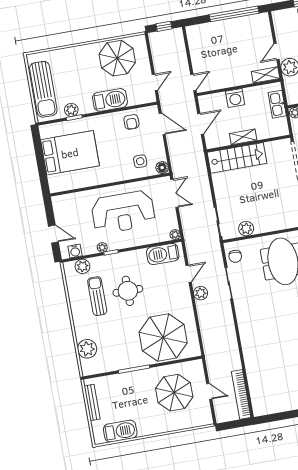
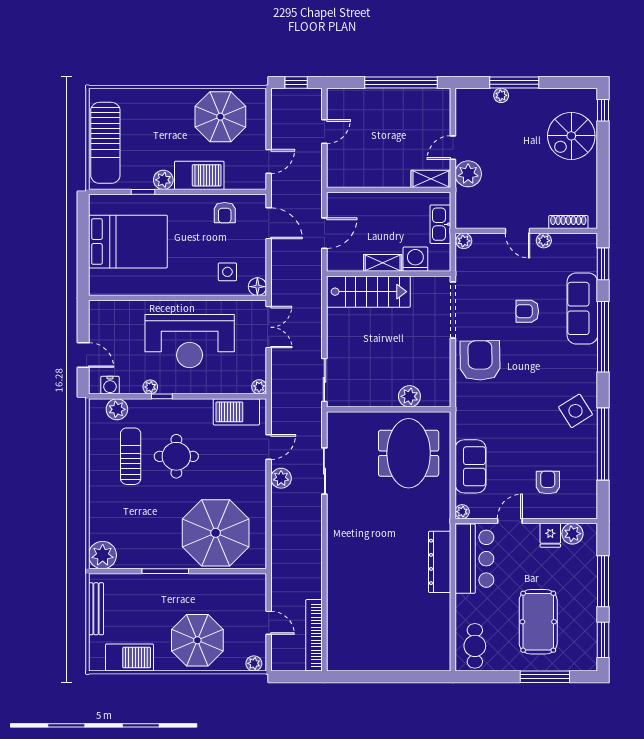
door: (193, 82) -> (324, 132), moved
washing machine: (235, 98) -> (415, 259), moved, turned 180
plant: (71, 110) -> (163, 180), moved
plant: (246, 229) -> (409, 396), moved
chair: (235, 256) -> (341, 434), removed
plant: (87, 349) -> (103, 555), moved
parasol: (174, 393) -> (197, 640), moved
plant: (204, 420) -> (254, 663), added

